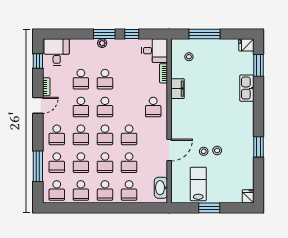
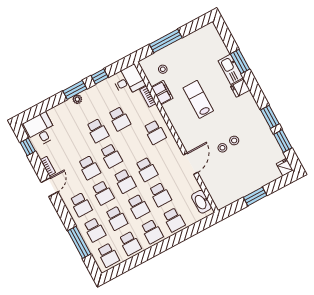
fridge: (246, 45) -> (240, 88), moved
window: (258, 65) -> (240, 62), moved
school desk: (81, 79) -> (119, 119), moved
filing cabinet: (178, 89) -> (162, 93), moved
window: (258, 173) -> (283, 141), added
lab bench: (198, 184) -> (198, 99), moved

